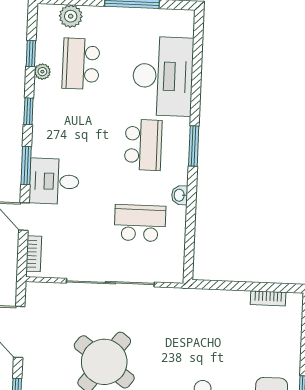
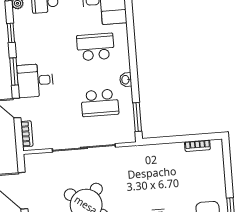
school desk: (143, 145) -> (96, 47), turned -90
window: (194, 146) -> (137, 117), moved
school desk: (140, 223) -> (100, 103), turned 180

